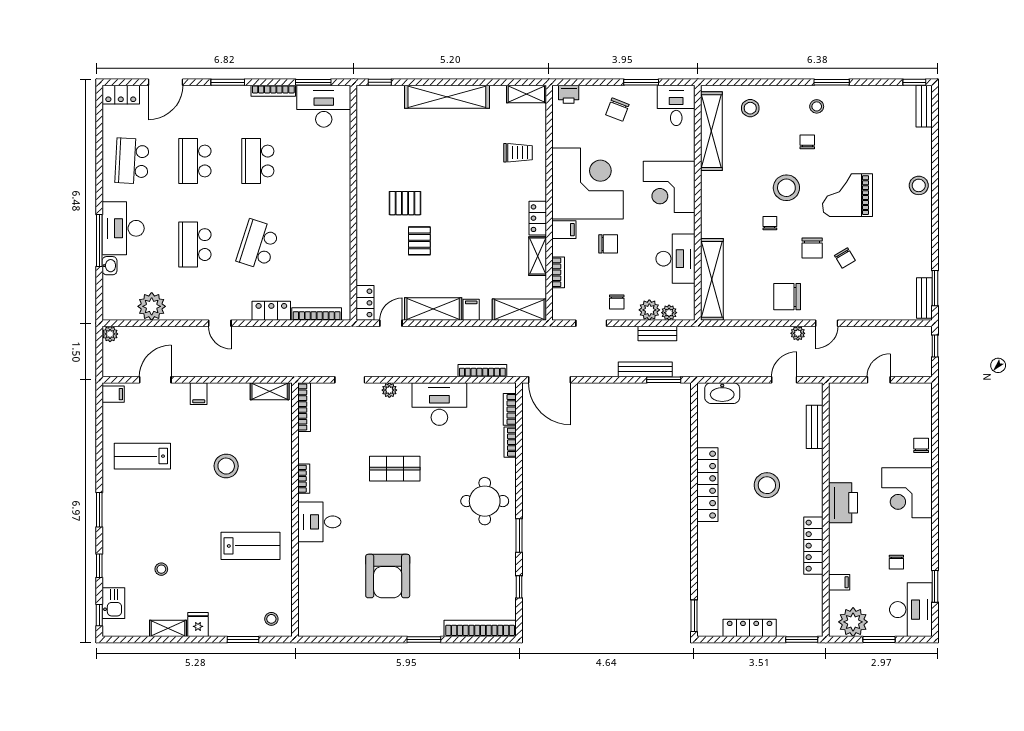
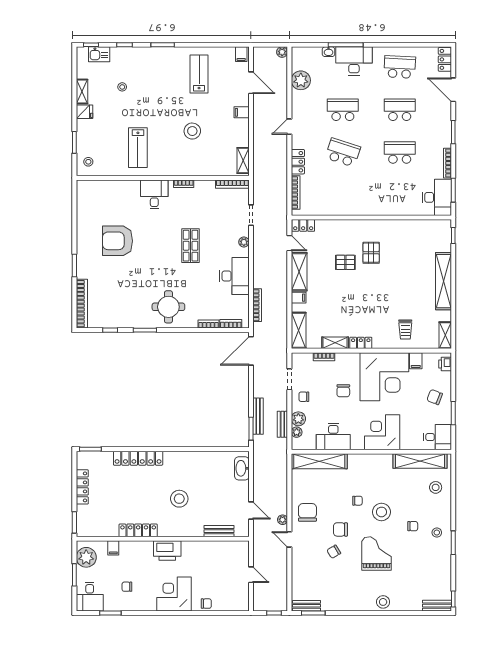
filing cabinet: (564, 230) -> (416, 361), moved
locker: (707, 485) -> (138, 458), moved
desk: (911, 610) -> (90, 597), width x0.73

